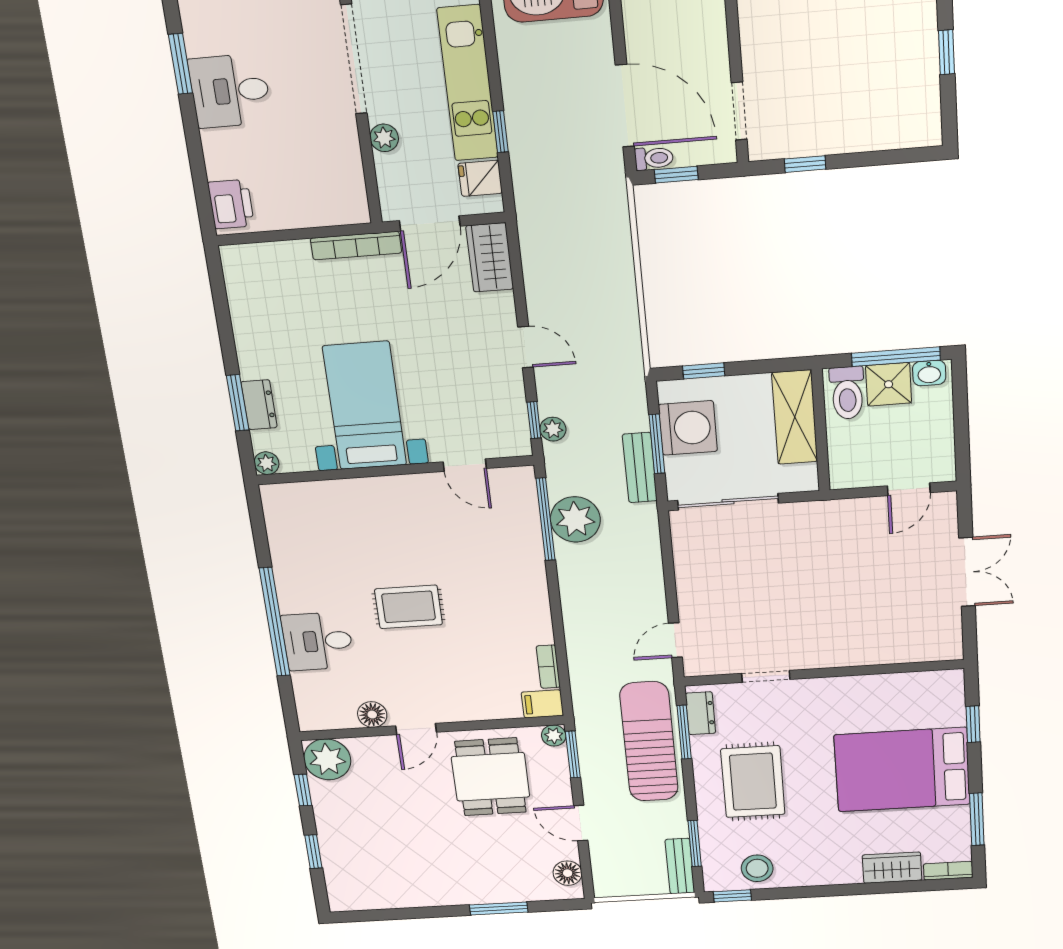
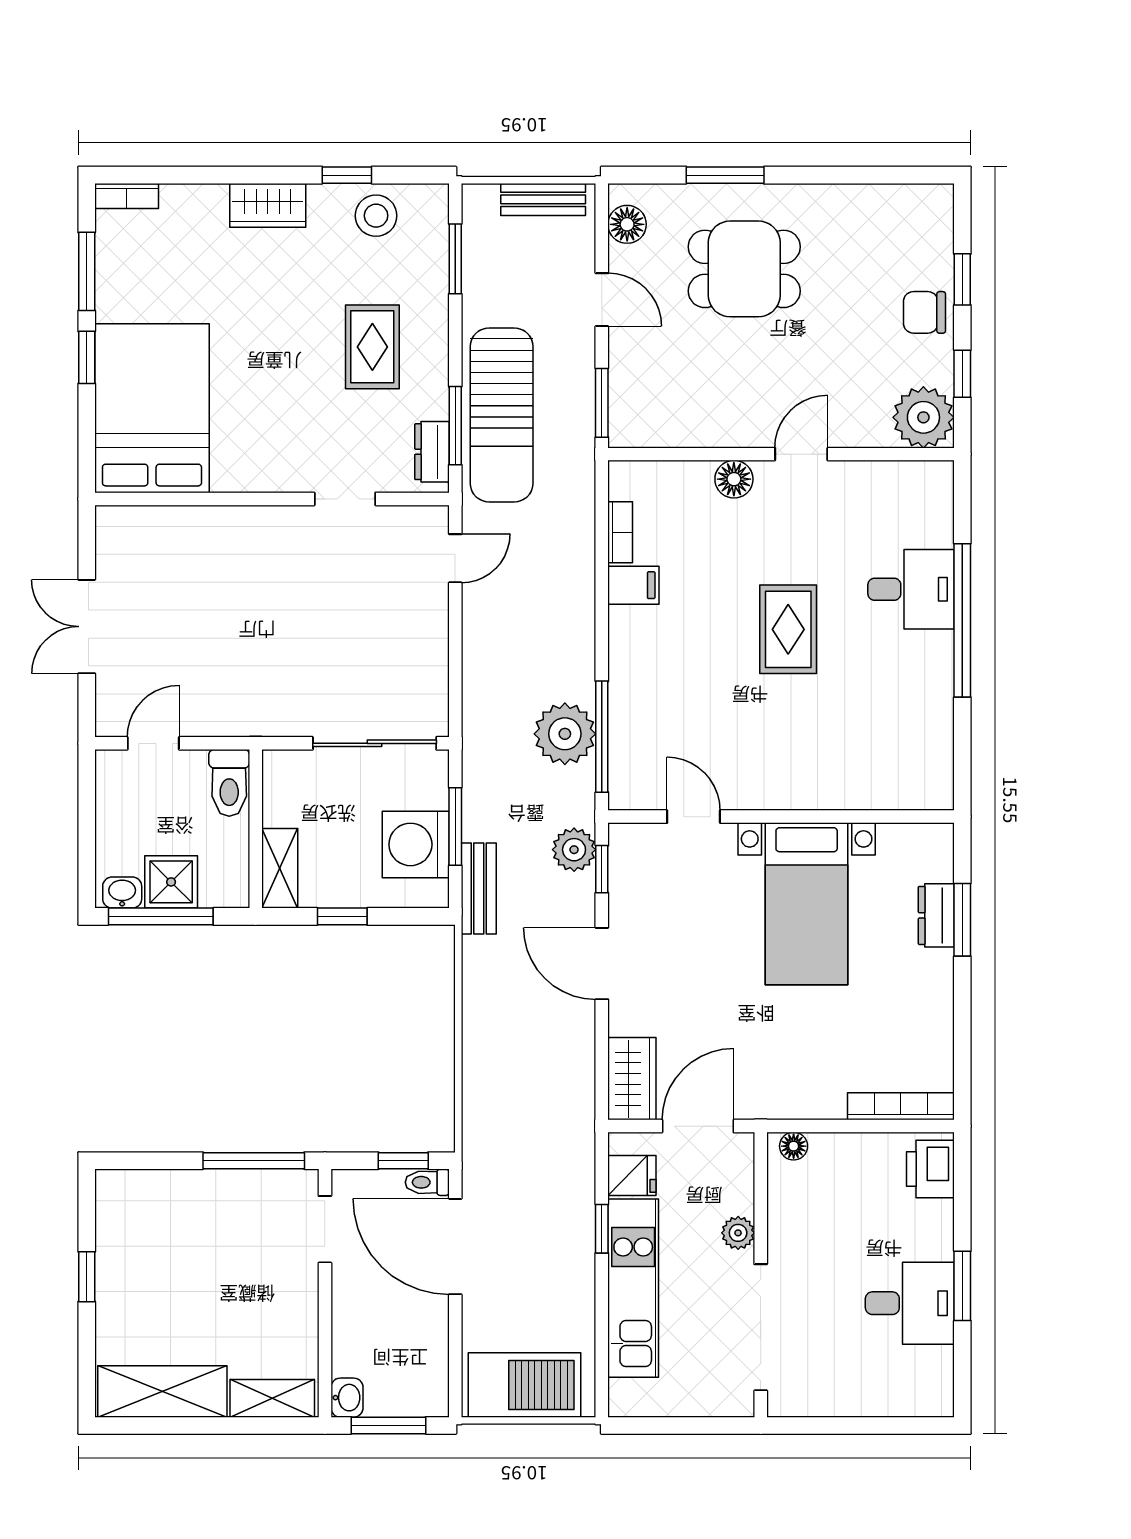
window: (180, 64) -> (962, 1286), moved
window: (805, 164) -> (254, 1161), width x2.17
floor lamp: (348, 214) -> (794, 1146), added
bookcase: (356, 246) -> (901, 1106), moved
door: (525, 347) -> (602, 964), width x1.38
window: (704, 371) -> (342, 916), moved
toilet: (847, 393) -> (229, 783), moved, turned 180
shelving: (795, 417) -> (280, 868), width x0.67, depth x0.75
plant: (553, 429) -> (574, 850), width x1.38, depth x1.38
plant: (267, 463) -> (939, 838), removed
bench: (640, 468) -> (479, 888), moved
rug: (408, 607) -> (788, 629), turned 90
filing cabinet: (542, 704) -> (633, 585), moved
floor lamp: (372, 715) -> (734, 479), moved
window: (973, 724) -> (87, 357), moved
plant: (554, 736) -> (624, 432), removed
bed: (902, 770) -> (152, 408), moved, turned -90
dining table: (491, 777) -> (744, 269), moved, turned 90
rug: (753, 782) -> (372, 347), width x0.73, depth x0.70
chair: (338, 829) -> (924, 312), added
bench: (680, 866) -> (543, 199), moved, turned 90
wardrobe: (892, 868) -> (268, 205), moved
window: (732, 896) -> (347, 175), moved

